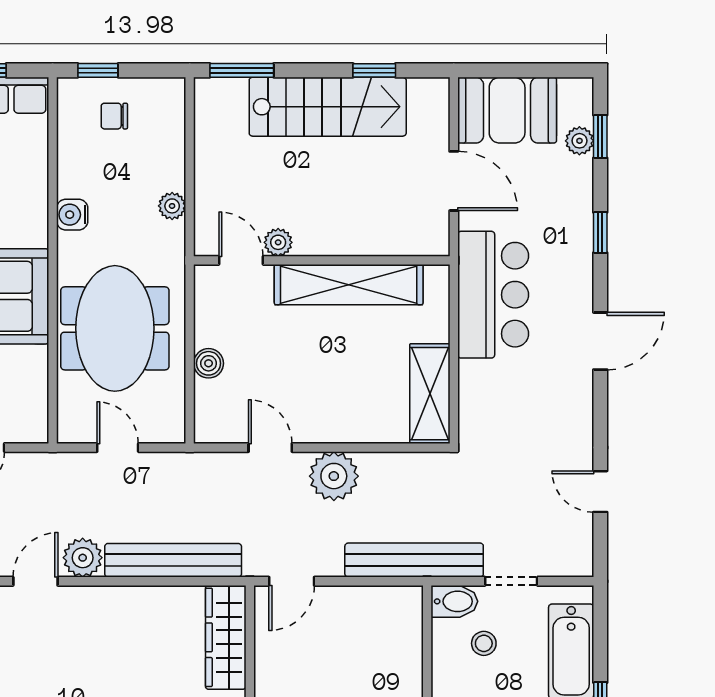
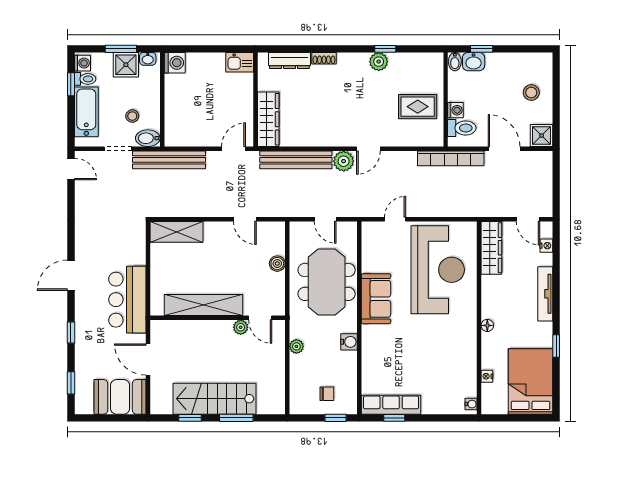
window: (242, 70) -> (236, 418), moved
plant: (579, 141) -> (82, 381), removed
shelving: (430, 394) -> (176, 232), moved, turned 90
plant: (334, 476) -> (211, 204), removed
door: (600, 492) -> (71, 169), moved

